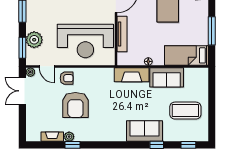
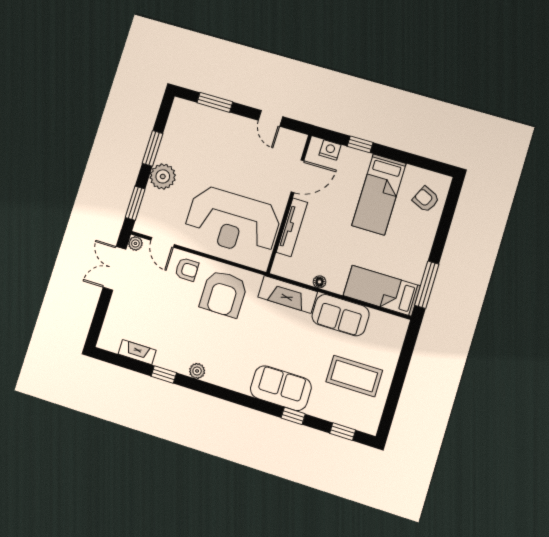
window: (212, 31) -> (427, 285), moved
plant: (34, 40) -> (163, 176), moved
armchair: (75, 105) -> (224, 294), moved
plant: (69, 137) -> (197, 371), moved

